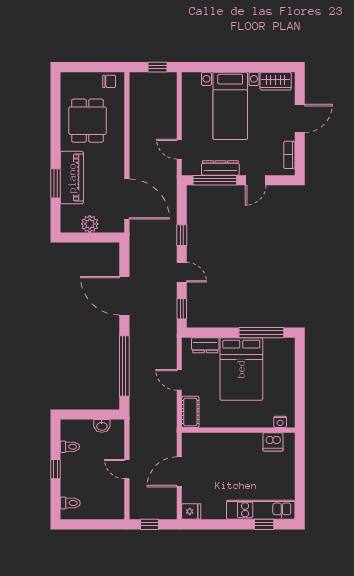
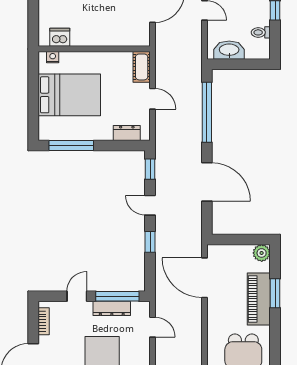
plant: (90, 224) -> (262, 253), moved
bed: (241, 369) -> (69, 95), moved, turned 90
washbasin: (102, 426) -> (229, 50), width x1.91, depth x1.45

